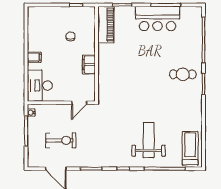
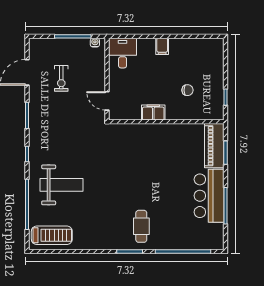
piano: (106, 25) -> (214, 146), moved, turned 90
desk: (40, 86) -> (123, 53), width x0.73
exercise bike: (61, 140) -> (61, 78), width x0.73, depth x0.72

